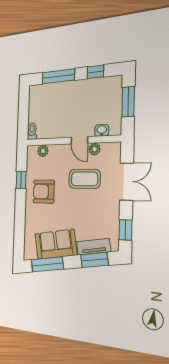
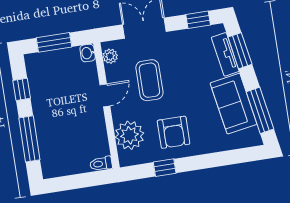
washbasin: (102, 130) -> (88, 53), moved
plant: (95, 149) -> (110, 56), moved
plant: (43, 151) -> (129, 135), width x1.87, depth x1.87

